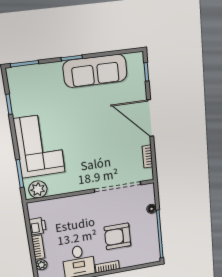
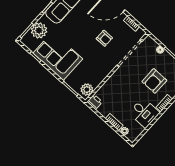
plant: (39, 76) -> (39, 30), added
corner sofa: (39, 146) -> (58, 56), moved
armchair: (105, 148) -> (104, 38), added
printer: (38, 226) -> (95, 102), moved

